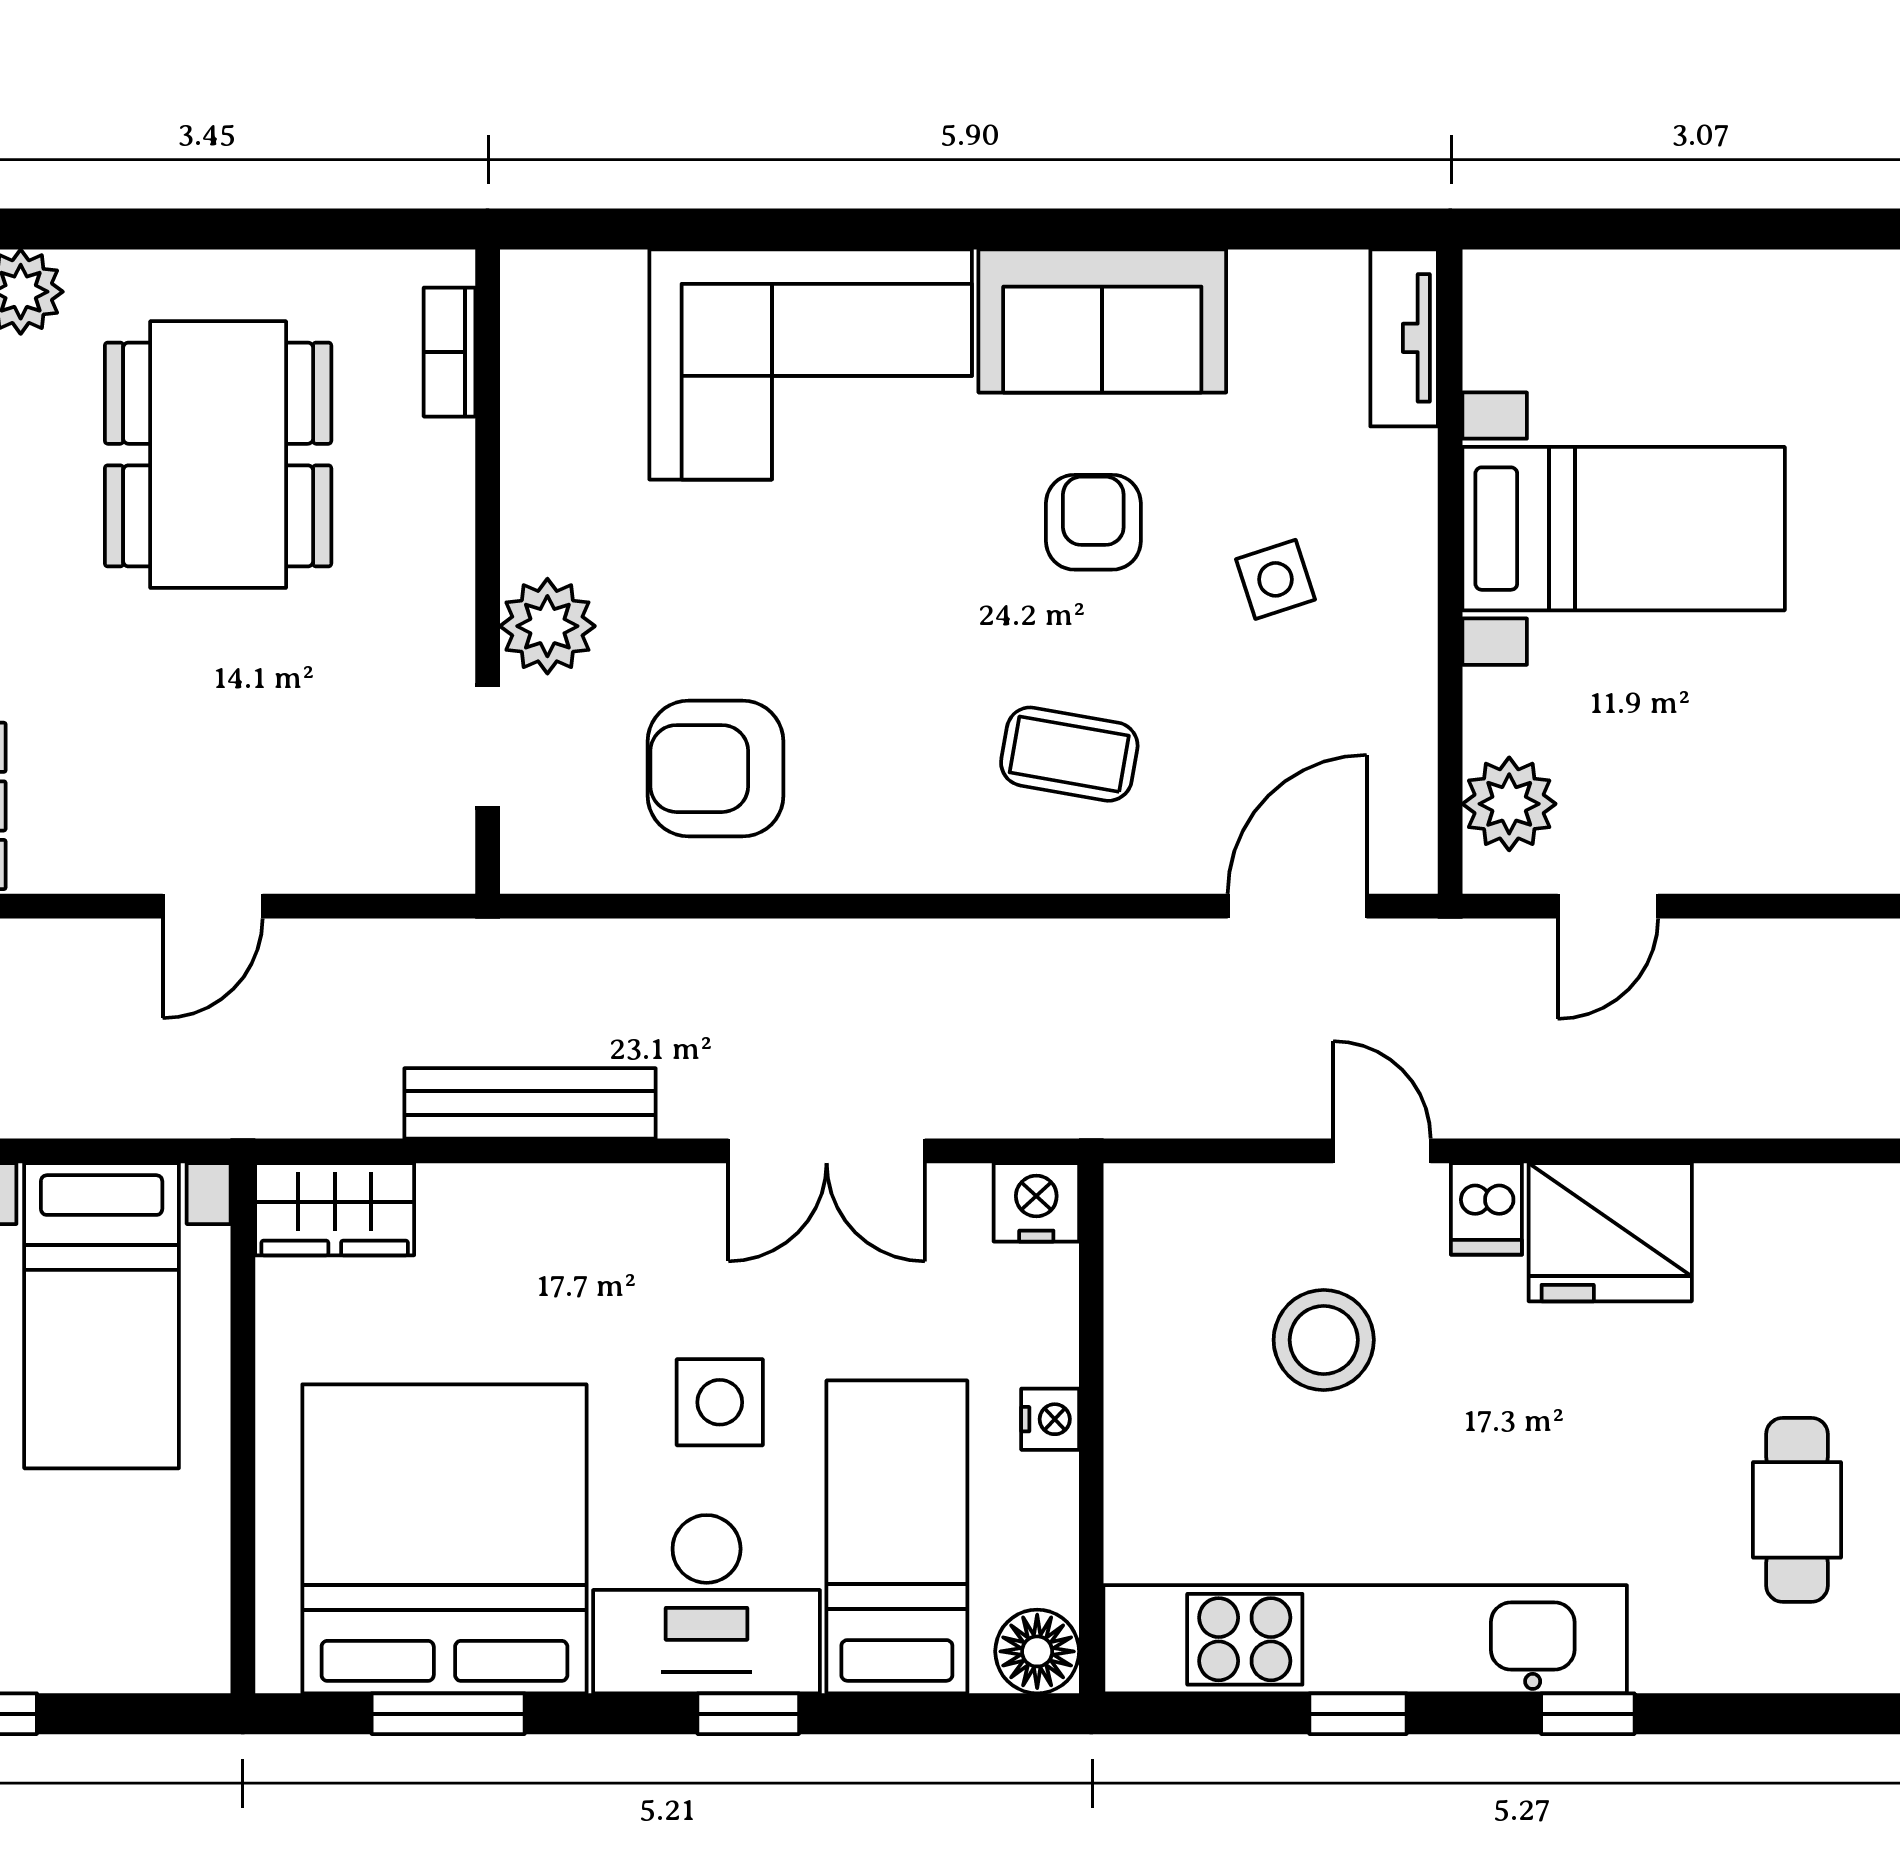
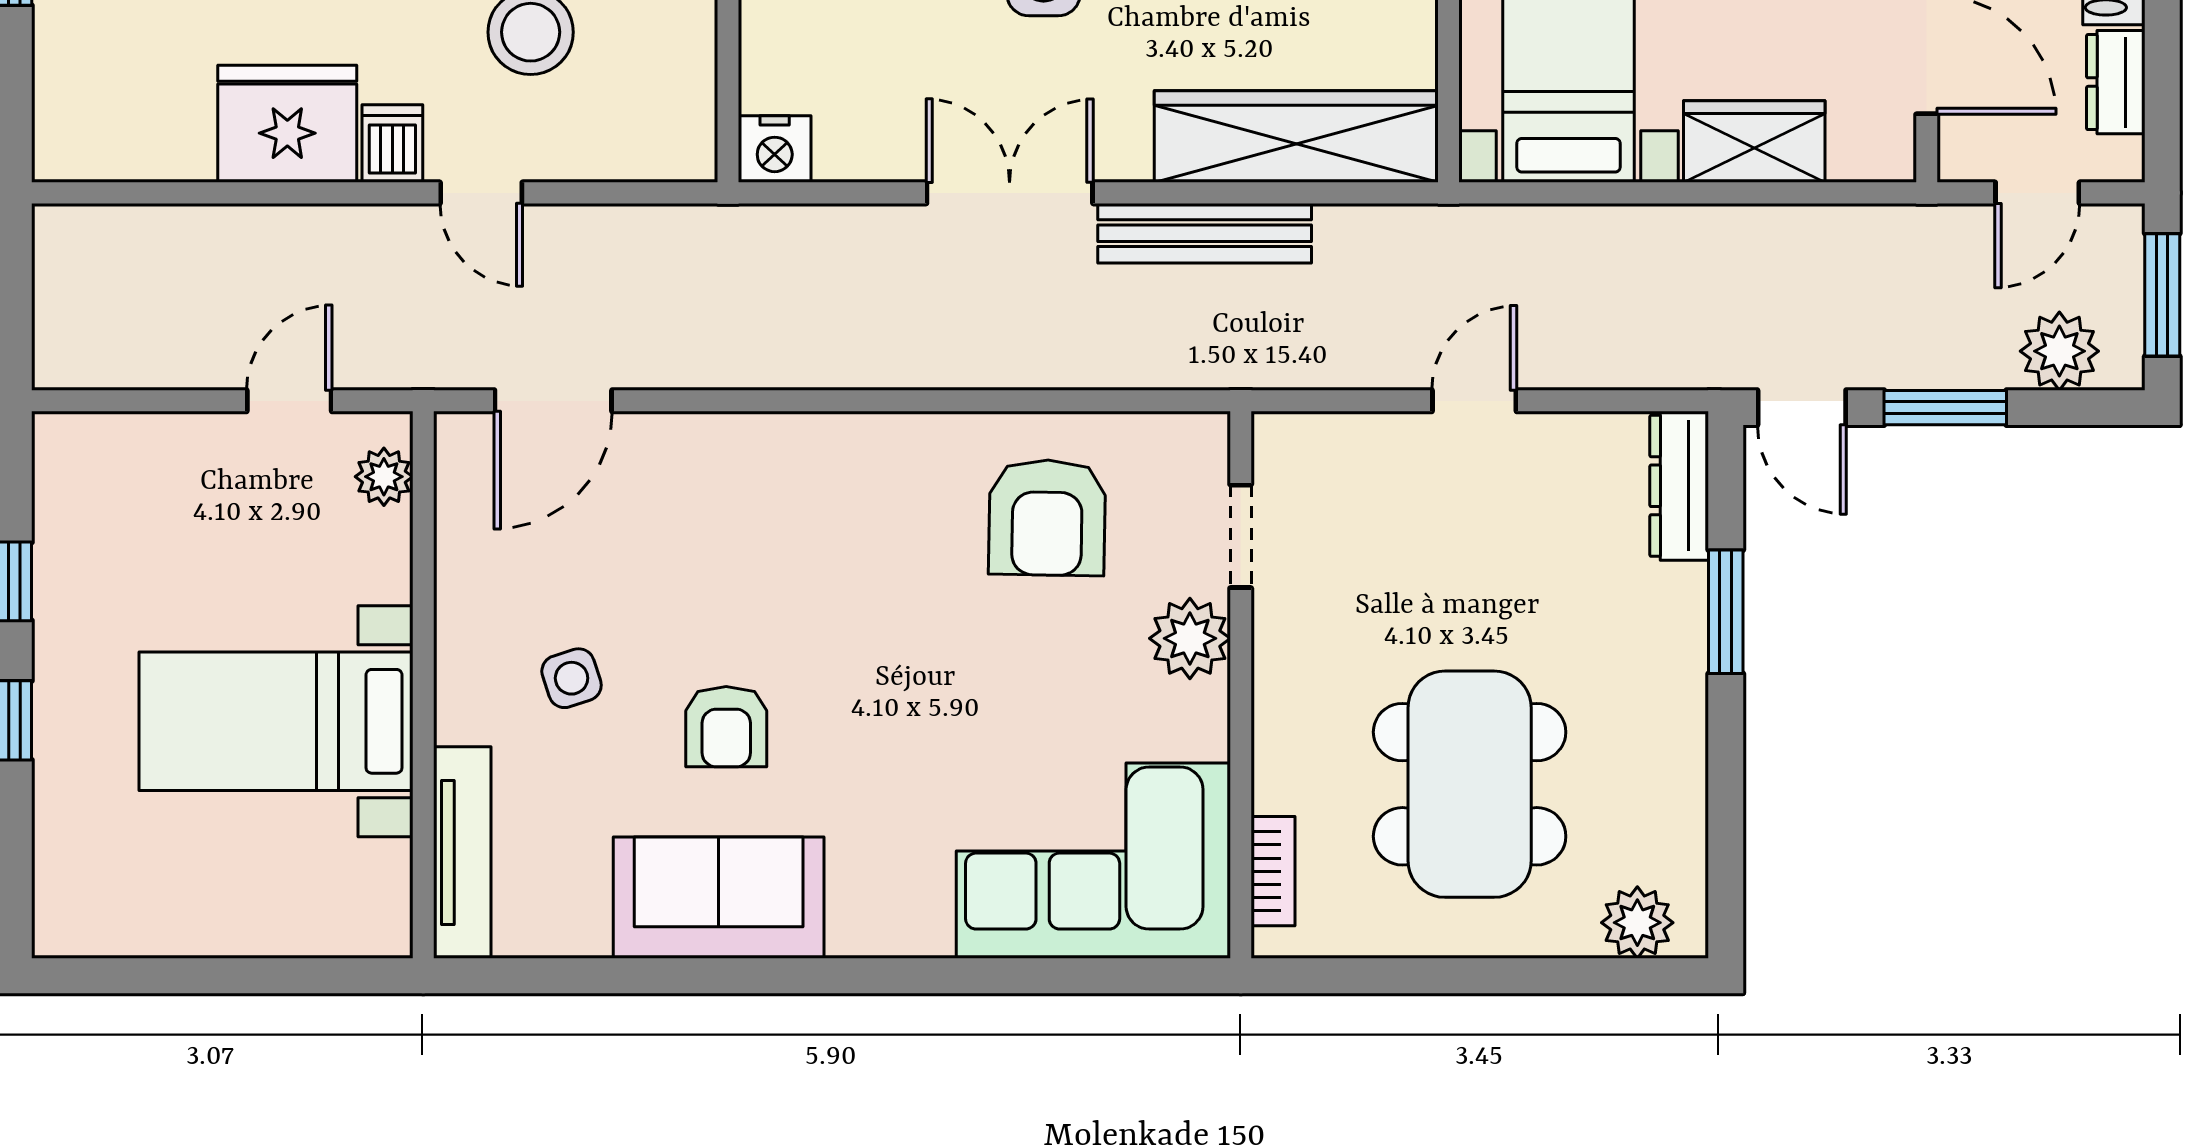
tv unit: (1404, 338) -> (462, 853), width x1.41
corner sofa: (811, 364) -> (1093, 861), moved
coffee table: (1069, 754) -> (747, 530), removed
armchair: (716, 769) -> (1047, 517), turned 91
plant: (1509, 804) -> (384, 477), width x0.73, depth x0.73
double door: (827, 1151) -> (1010, 193), moved
wardrobe: (335, 1209) -> (1296, 137), width x2.10, depth x1.17

